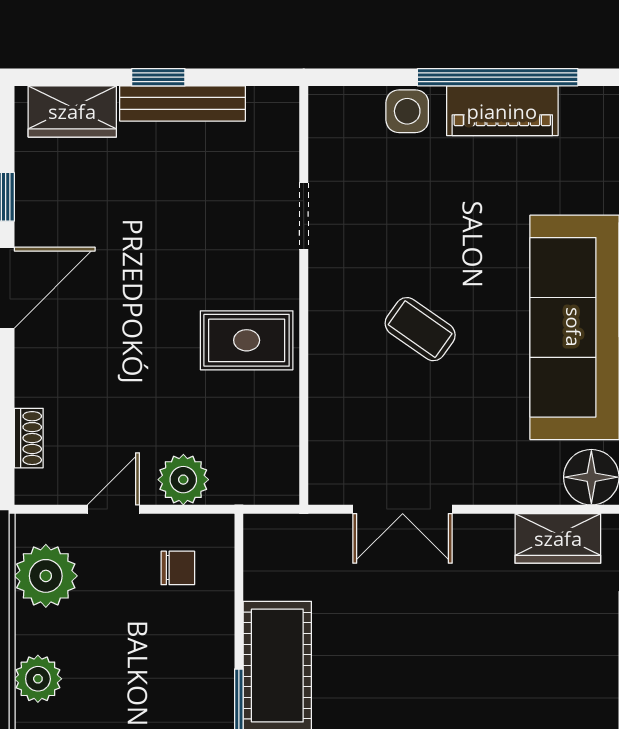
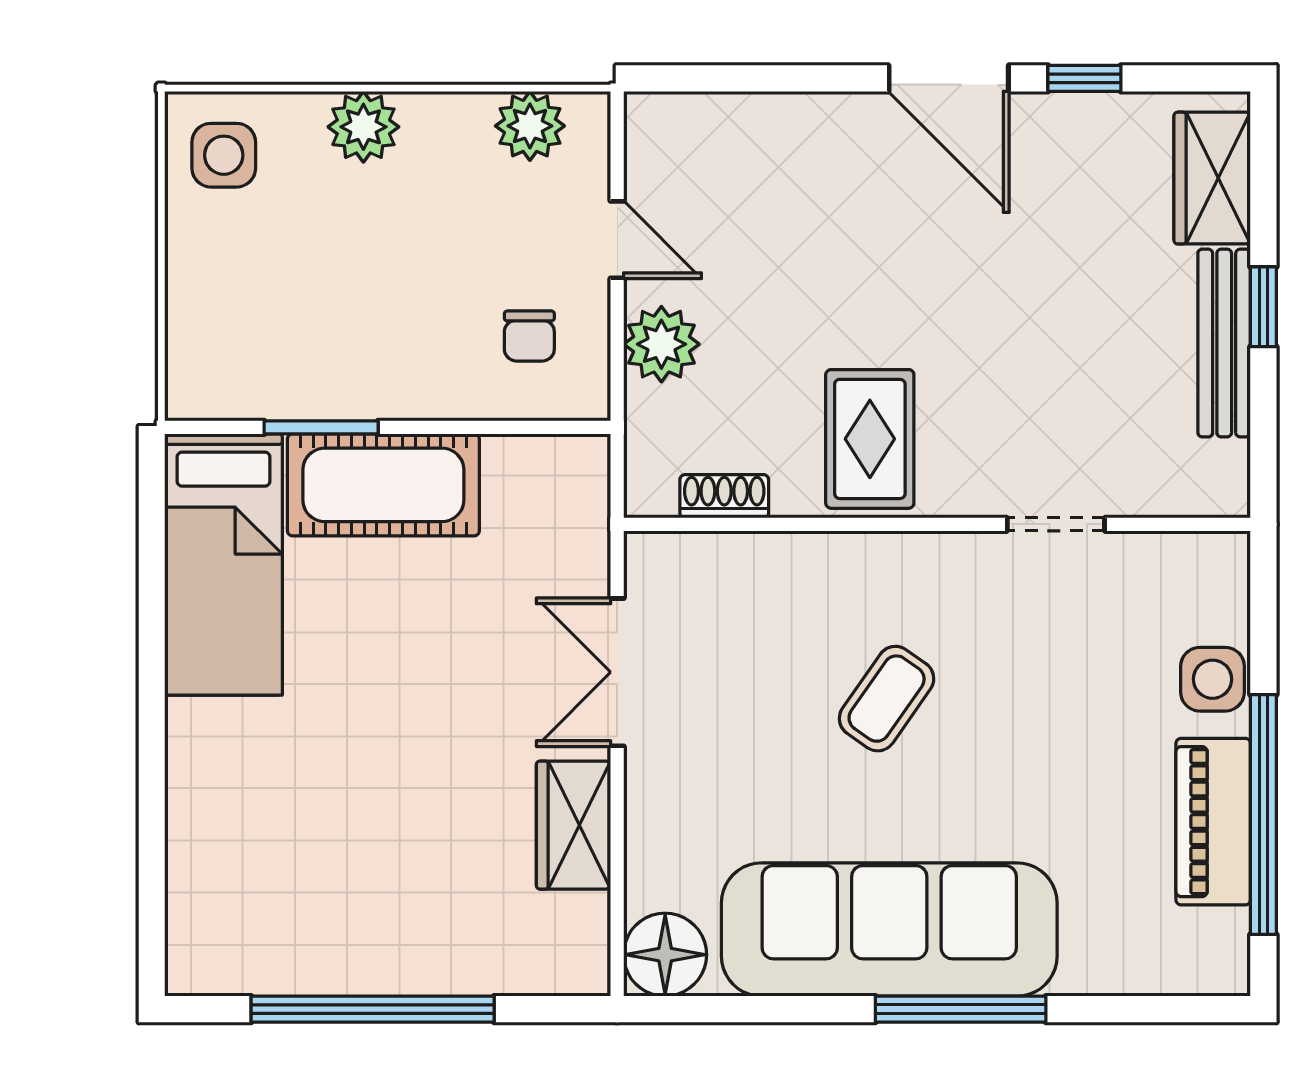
shoe rack: (29, 438) -> (724, 496), moved, turned 180
wardrobe: (558, 538) -> (573, 825), moved
plant: (46, 576) -> (530, 126), width x0.73, depth x0.73

